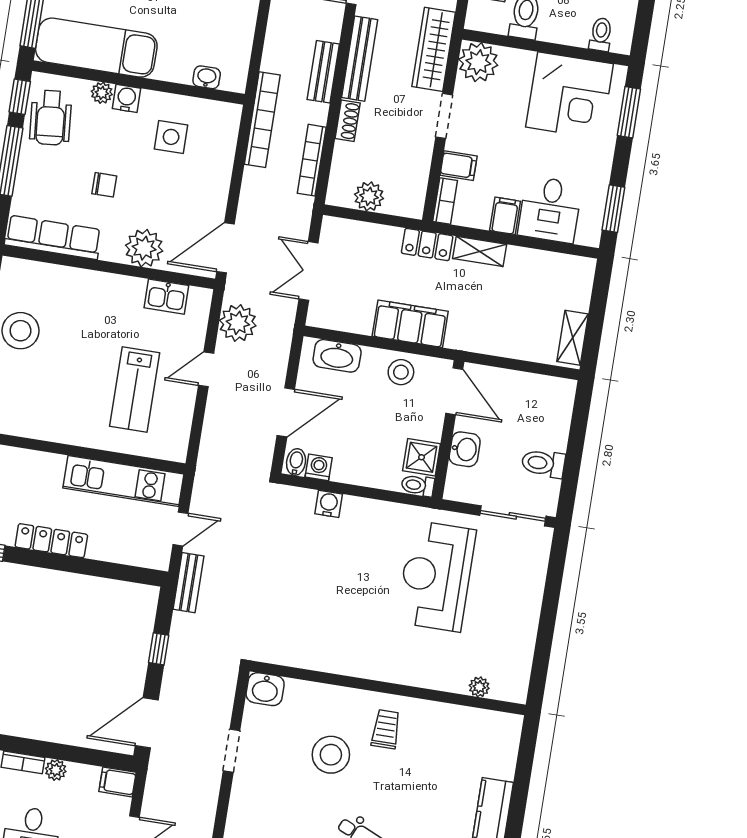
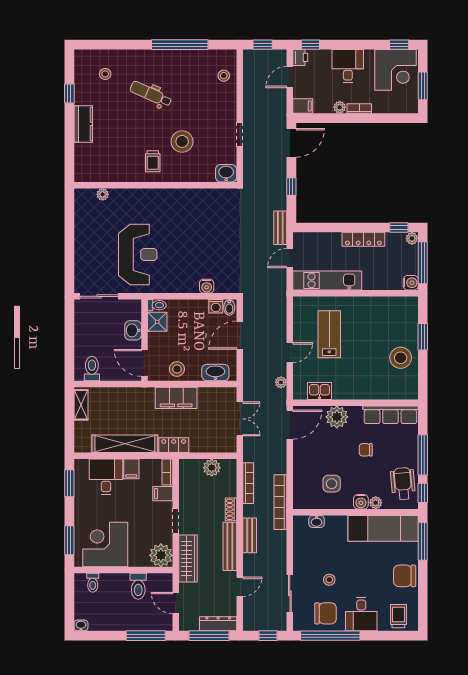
shelving: (480, 251) -> (125, 444), width x2.20, depth x1.33
plant: (238, 323) -> (281, 382), width x0.53, depth x0.53
toilet: (543, 463) -> (92, 369), moved, turned -90

